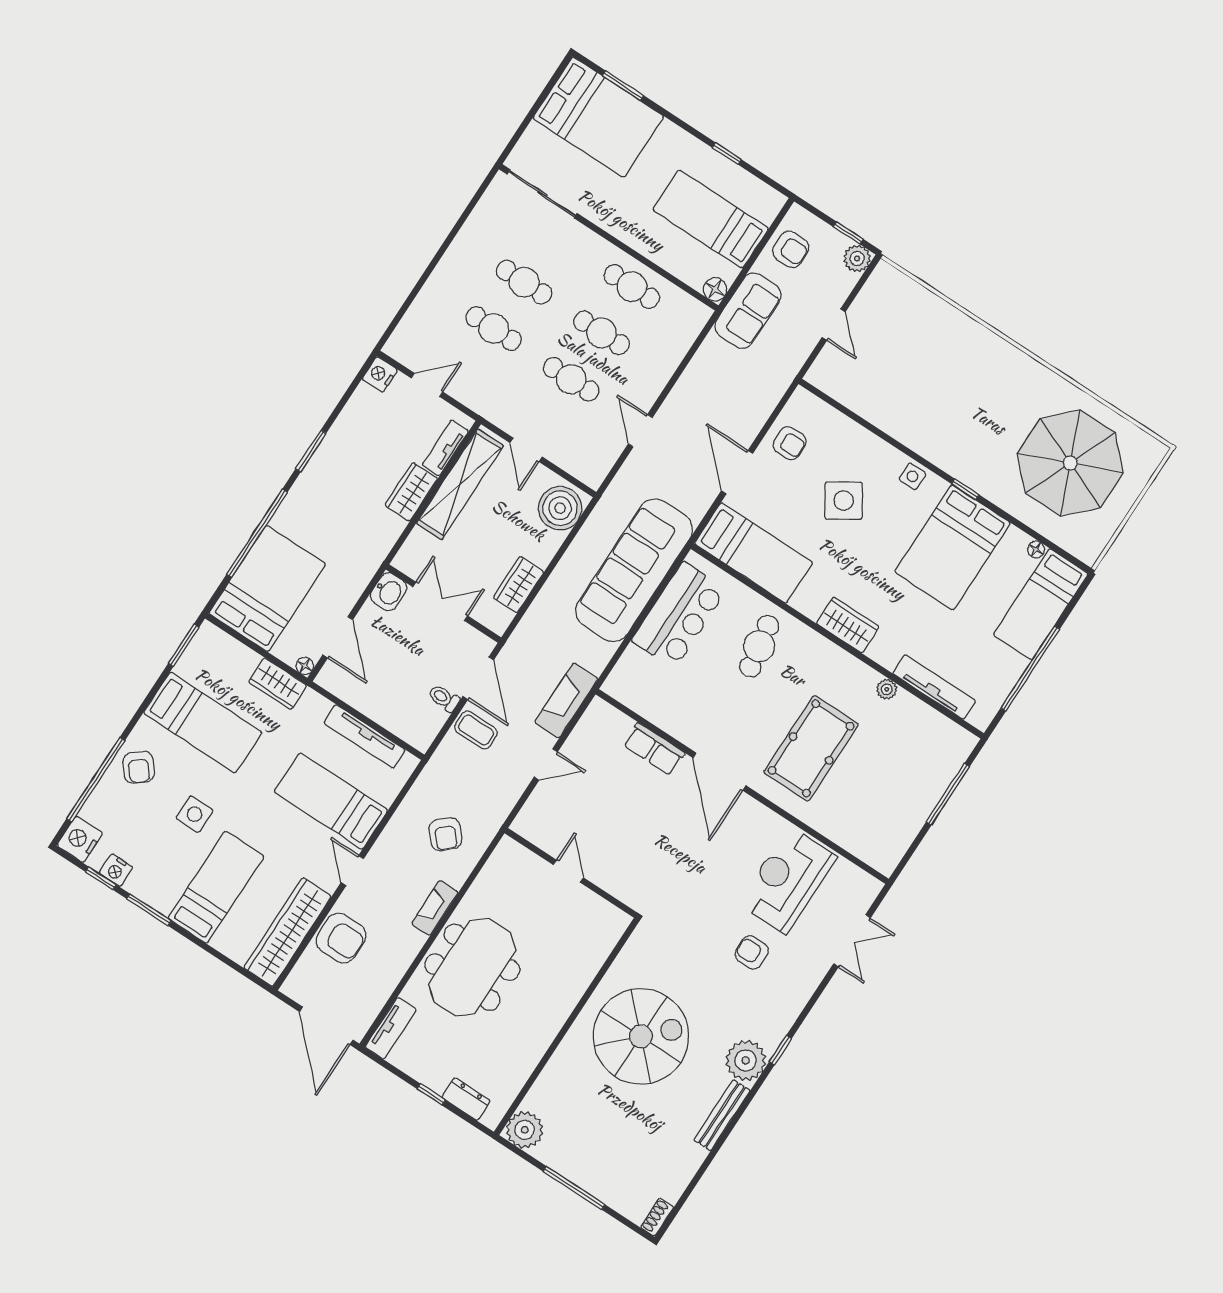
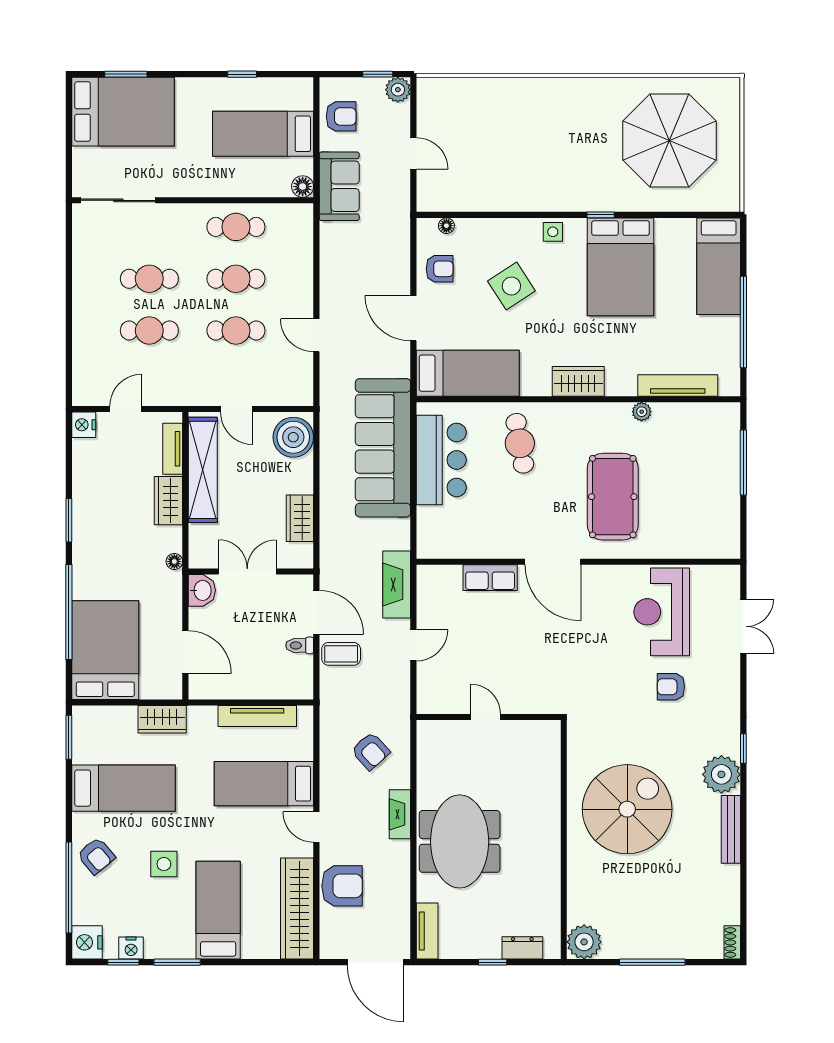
floor lamp: (1036, 549) -> (446, 226), moved
floor lamp: (305, 666) -> (174, 561), moved

